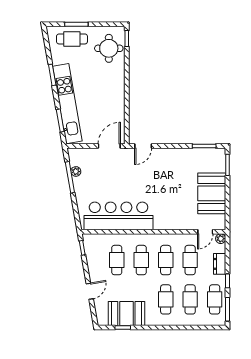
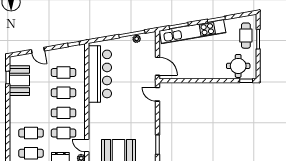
cafe table: (166, 299) -> (31, 113), removed

